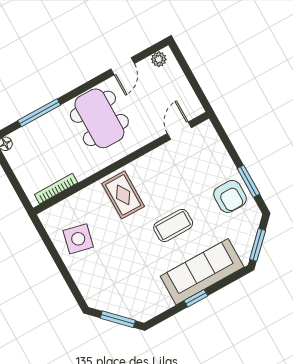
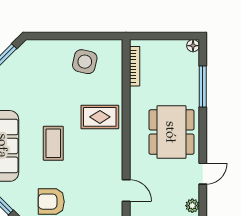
door: (123, 66) -> (203, 174), swing flipped
dining table: (99, 118) -> (171, 132), turned 90

